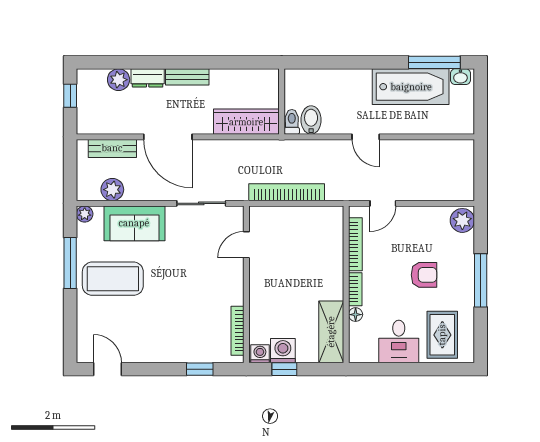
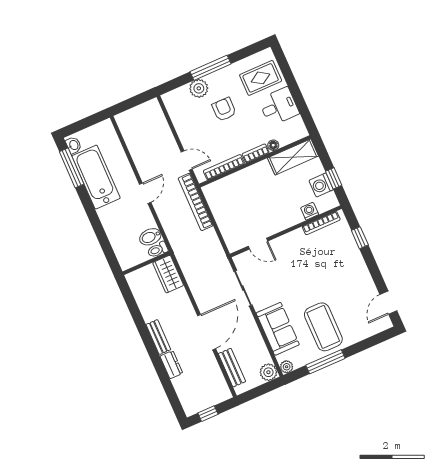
plant: (119, 80) -> (182, 385), removed
wardrobe: (246, 122) -> (168, 274), width x0.67
plant: (112, 190) -> (268, 372), moved
bookcase: (287, 192) -> (196, 202), moved
plant: (462, 220) -> (199, 88), moved
washing machine: (260, 354) -> (310, 211), moved, turned 90

